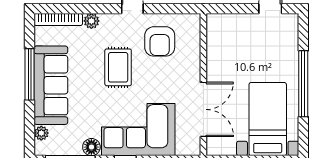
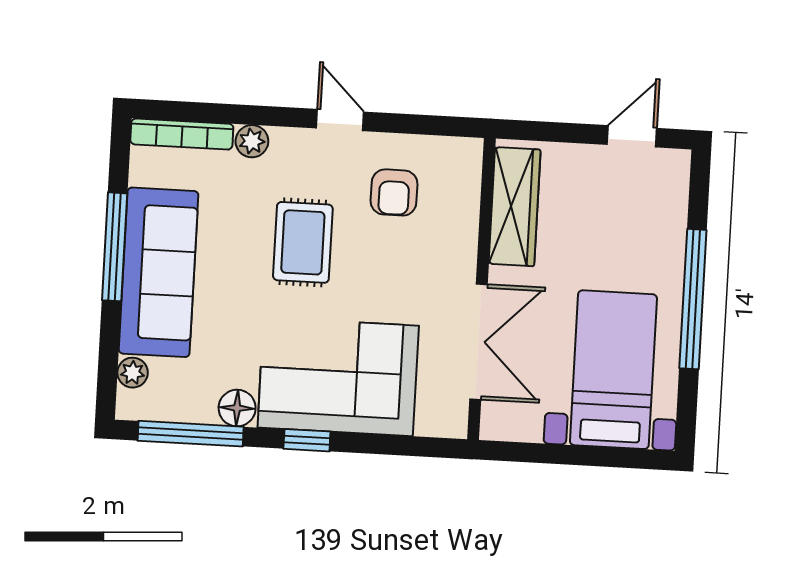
armchair: (160, 41) -> (394, 192), width x0.72, depth x0.72
wardrobe: (217, 45) -> (515, 207), added

